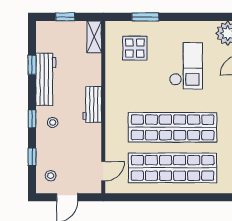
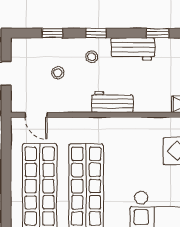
workbench: (46, 79) -> (133, 49), width x0.73
stool: (51, 176) -> (58, 73), moved

